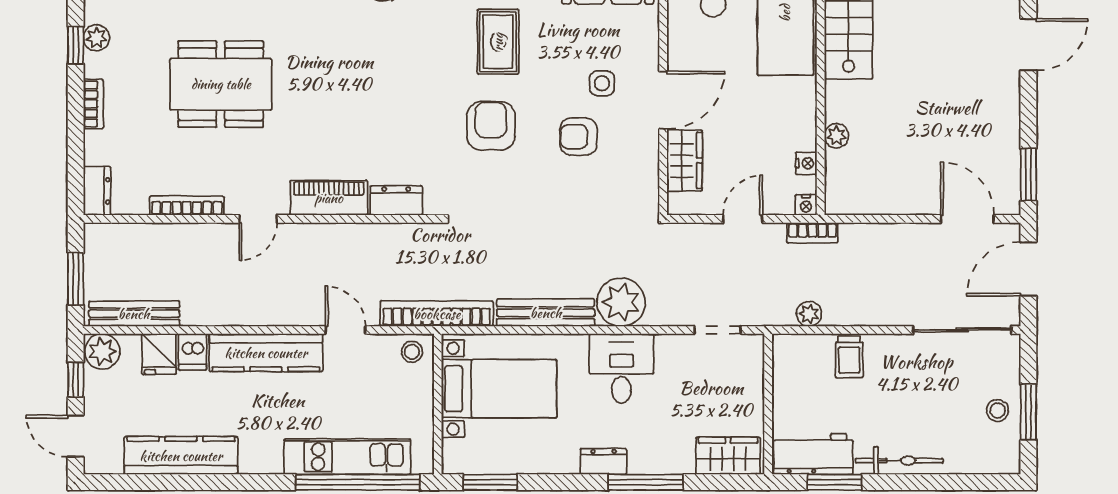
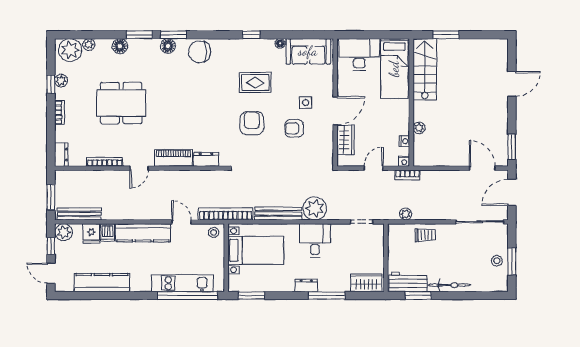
rug: (498, 42) -> (255, 82), turned 90
trolley: (849, 357) -> (425, 235), turned -92

